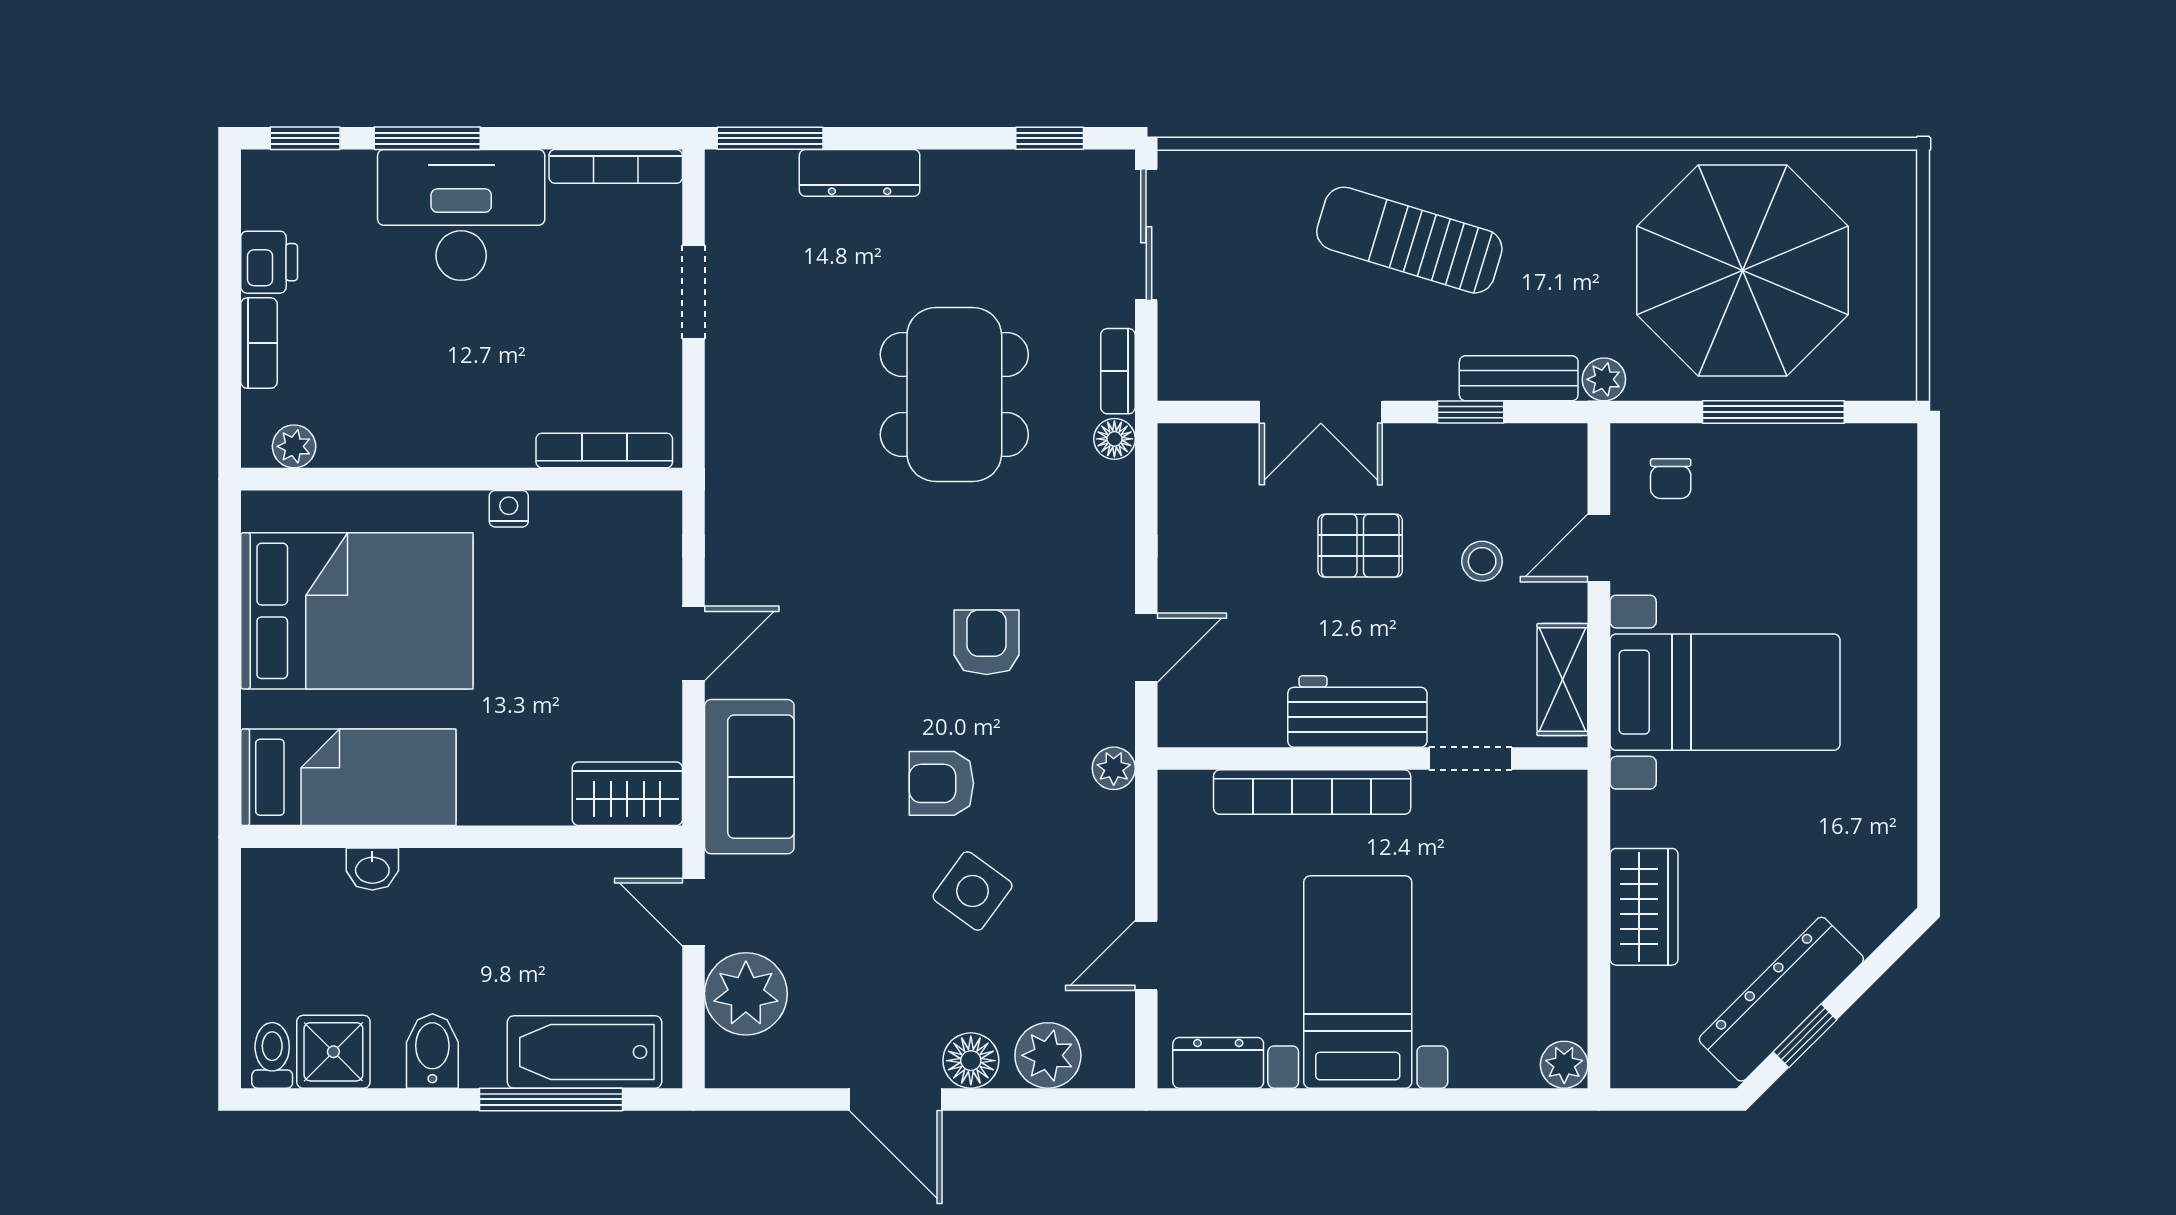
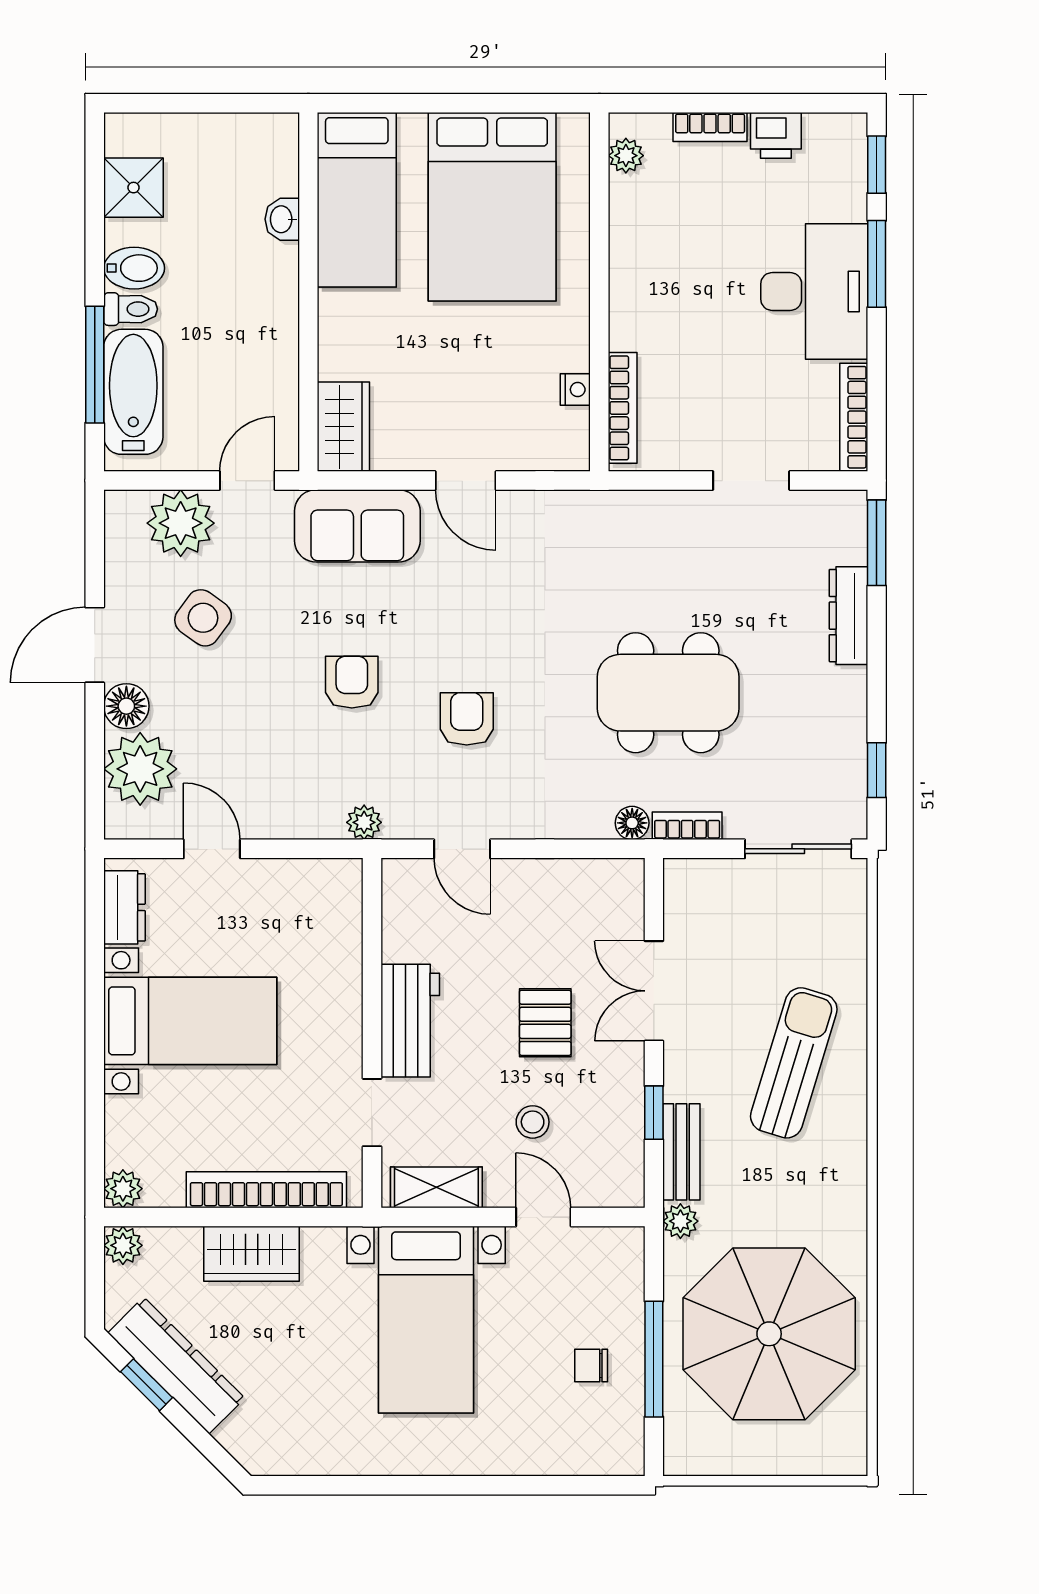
chair: (1671, 479) -> (591, 1366), moved
nightstand: (509, 509) -> (575, 390), moved
armchair: (987, 642) -> (467, 719), turned -90
bookcase: (1312, 792) -> (266, 1190), moved, turned 90
side table: (973, 891) -> (203, 618), moved
toilet: (272, 1055) -> (131, 309), moved
plant: (1048, 1055) -> (140, 769), width x1.36, depth x1.36
plant: (1634, 1065) -> (123, 1245), added

